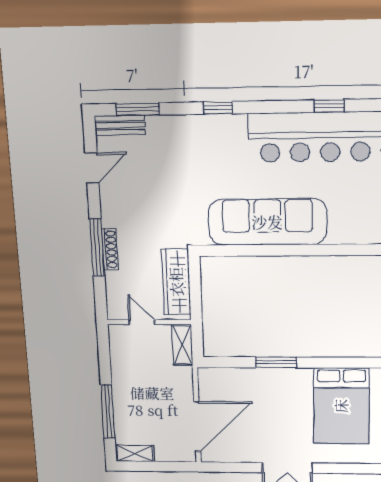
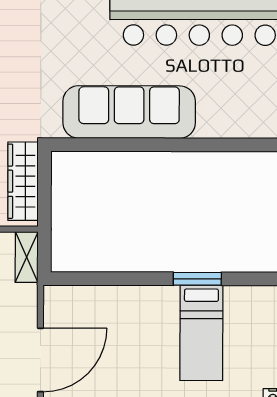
window: (276, 362) -> (197, 279), moved
bed: (341, 406) -> (201, 333), width x0.67

